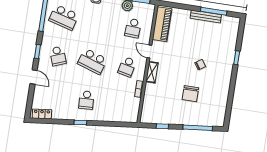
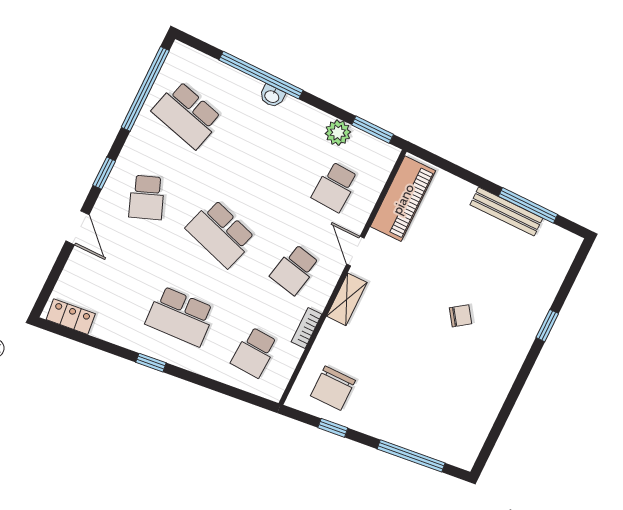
chair: (190, 94) -> (333, 388), moved
school desk: (86, 100) -> (180, 316), width x1.85
school desk: (121, 105) -> (254, 352), added

